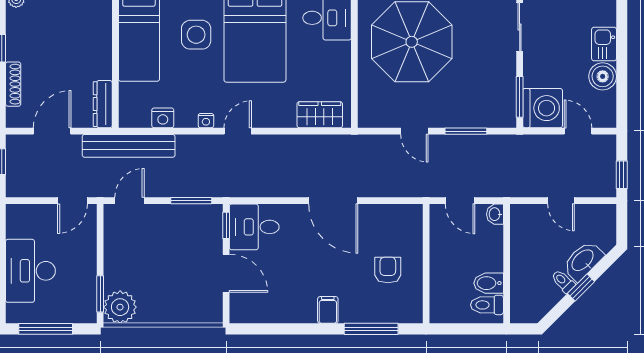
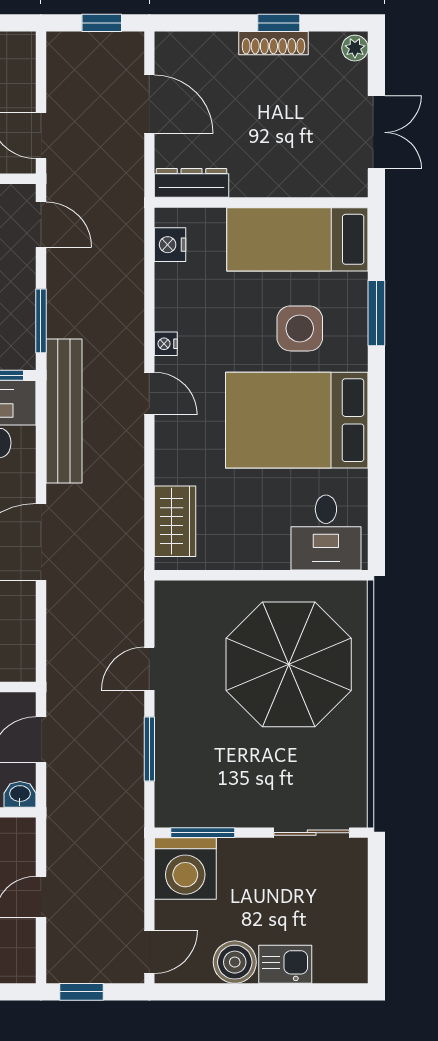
shoe rack: (13, 84) -> (273, 43), moved
nightstand: (163, 118) -> (170, 245), moved
door: (578, 131) -> (149, 952), moved
bench: (129, 146) -> (64, 411), moved

